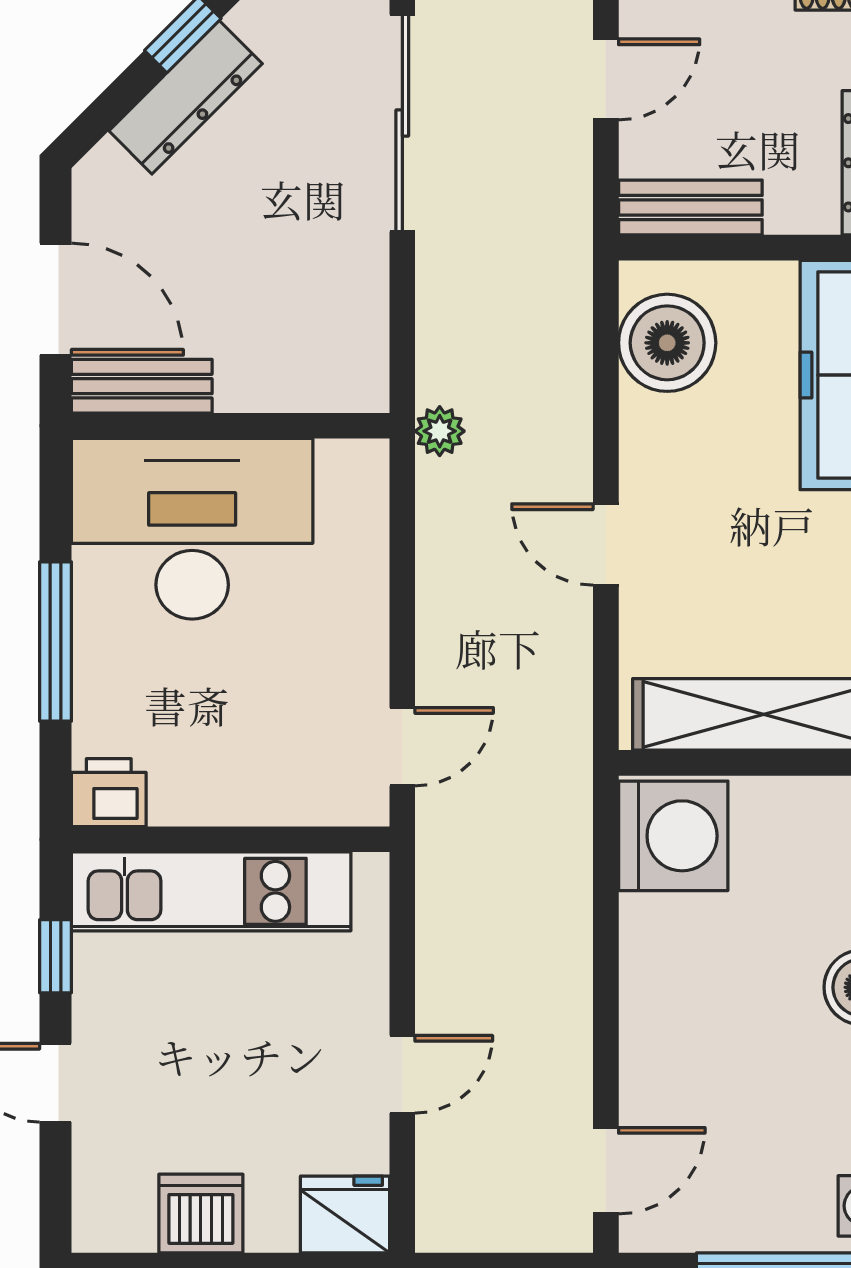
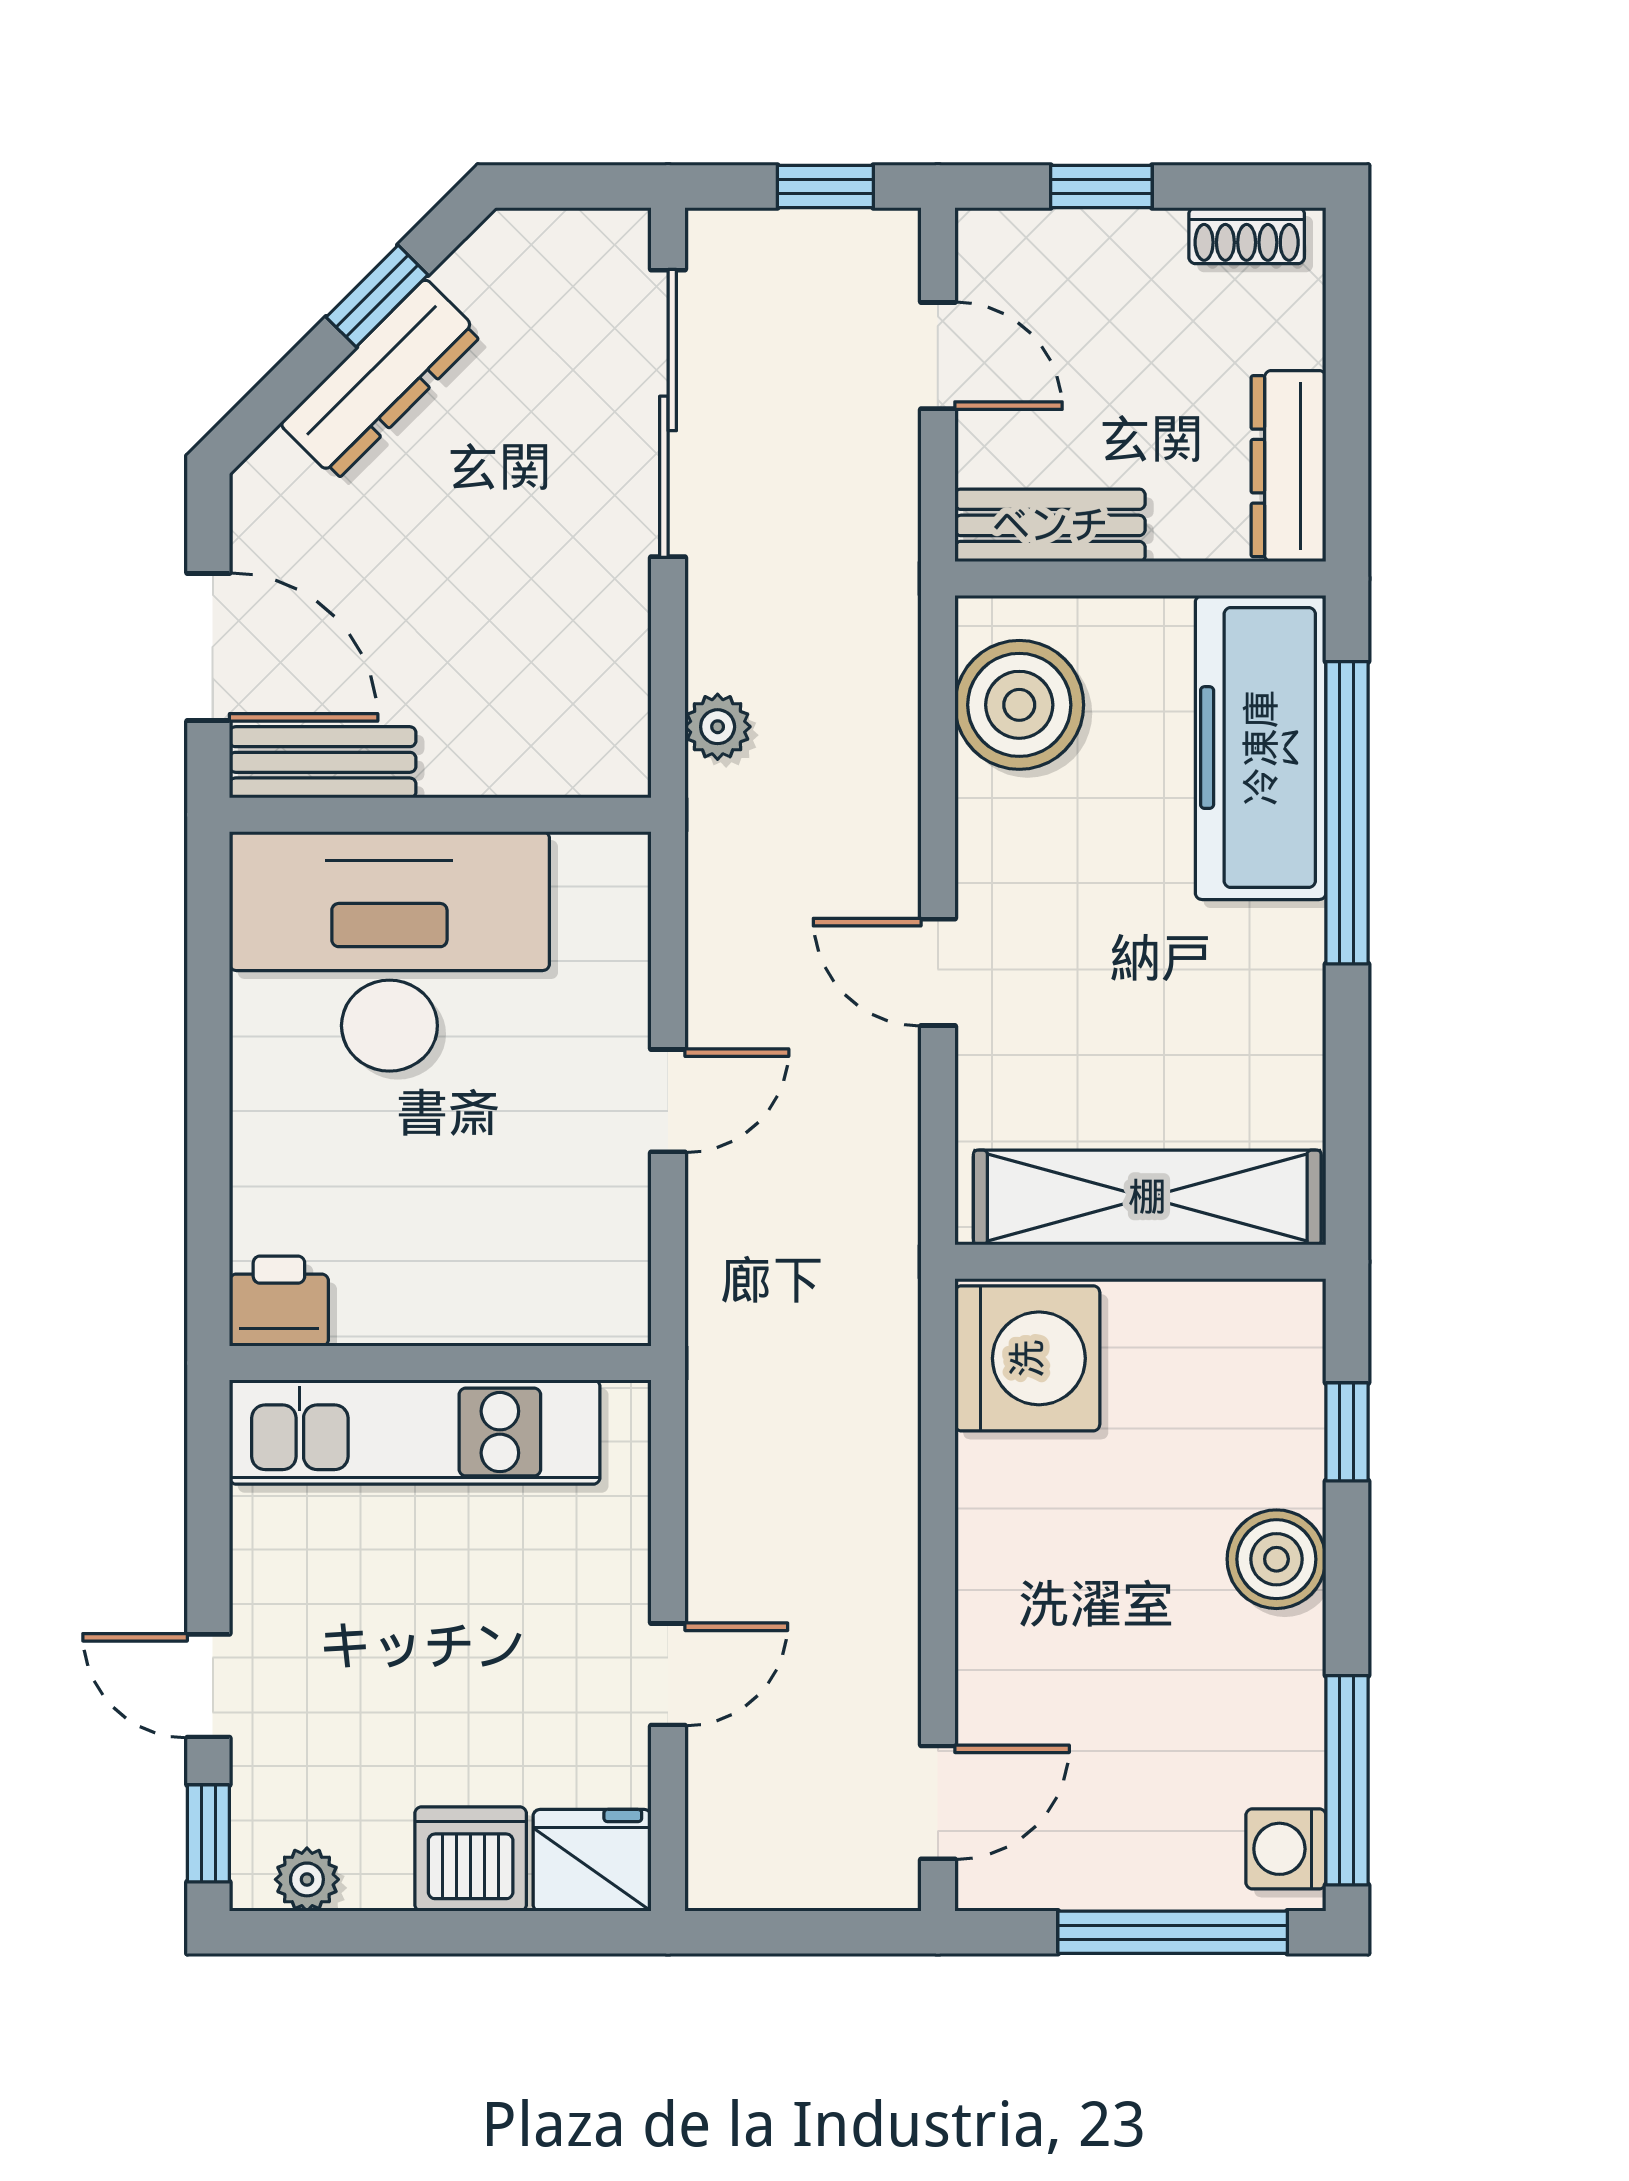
door: (606, 79) -> (938, 356), hinge flipped
plant: (440, 431) -> (718, 727), moved
window: (56, 642) -> (208, 1101), removed
door: (402, 747) -> (668, 1101), moved
window: (56, 956) -> (208, 1833), moved
dishwasher: (201, 1213) -> (471, 1859), moved
plant: (130, 1229) -> (307, 1879), added

